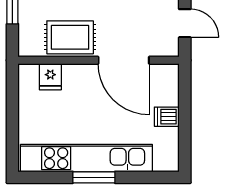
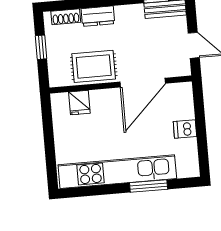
door: (124, 60) -> (143, 83), hinge flipped
window: (94, 177) -> (149, 186), moved

